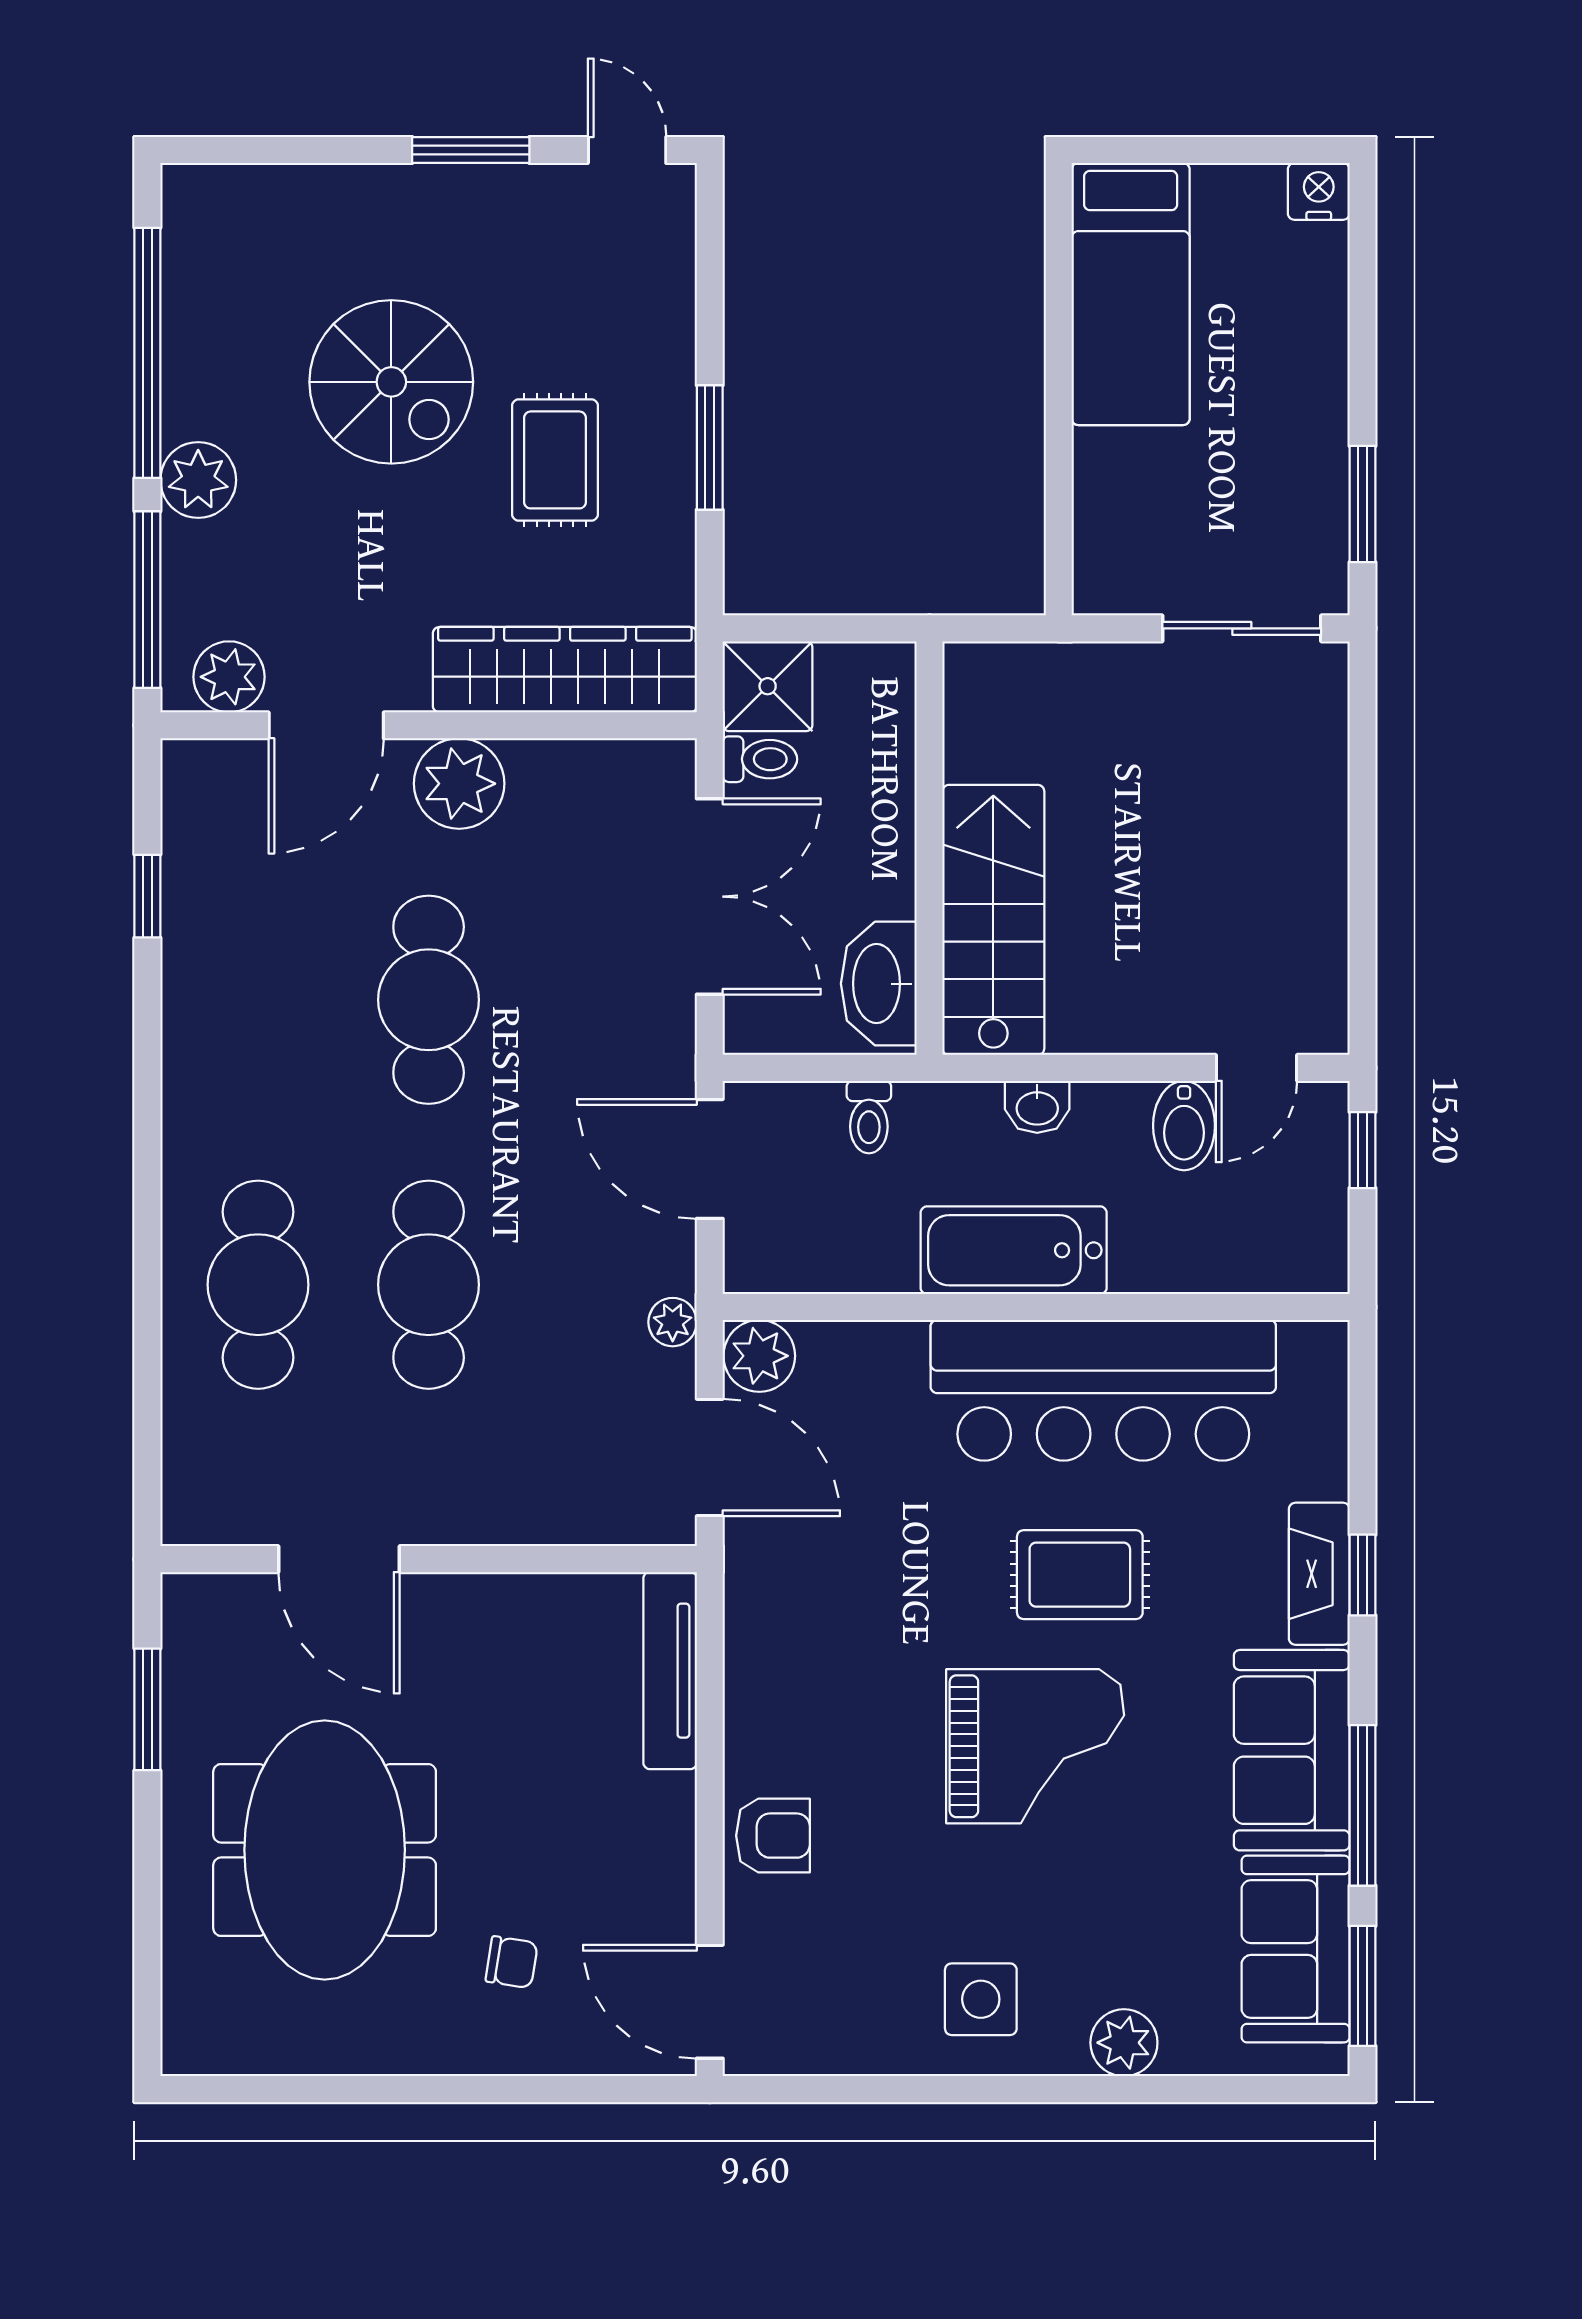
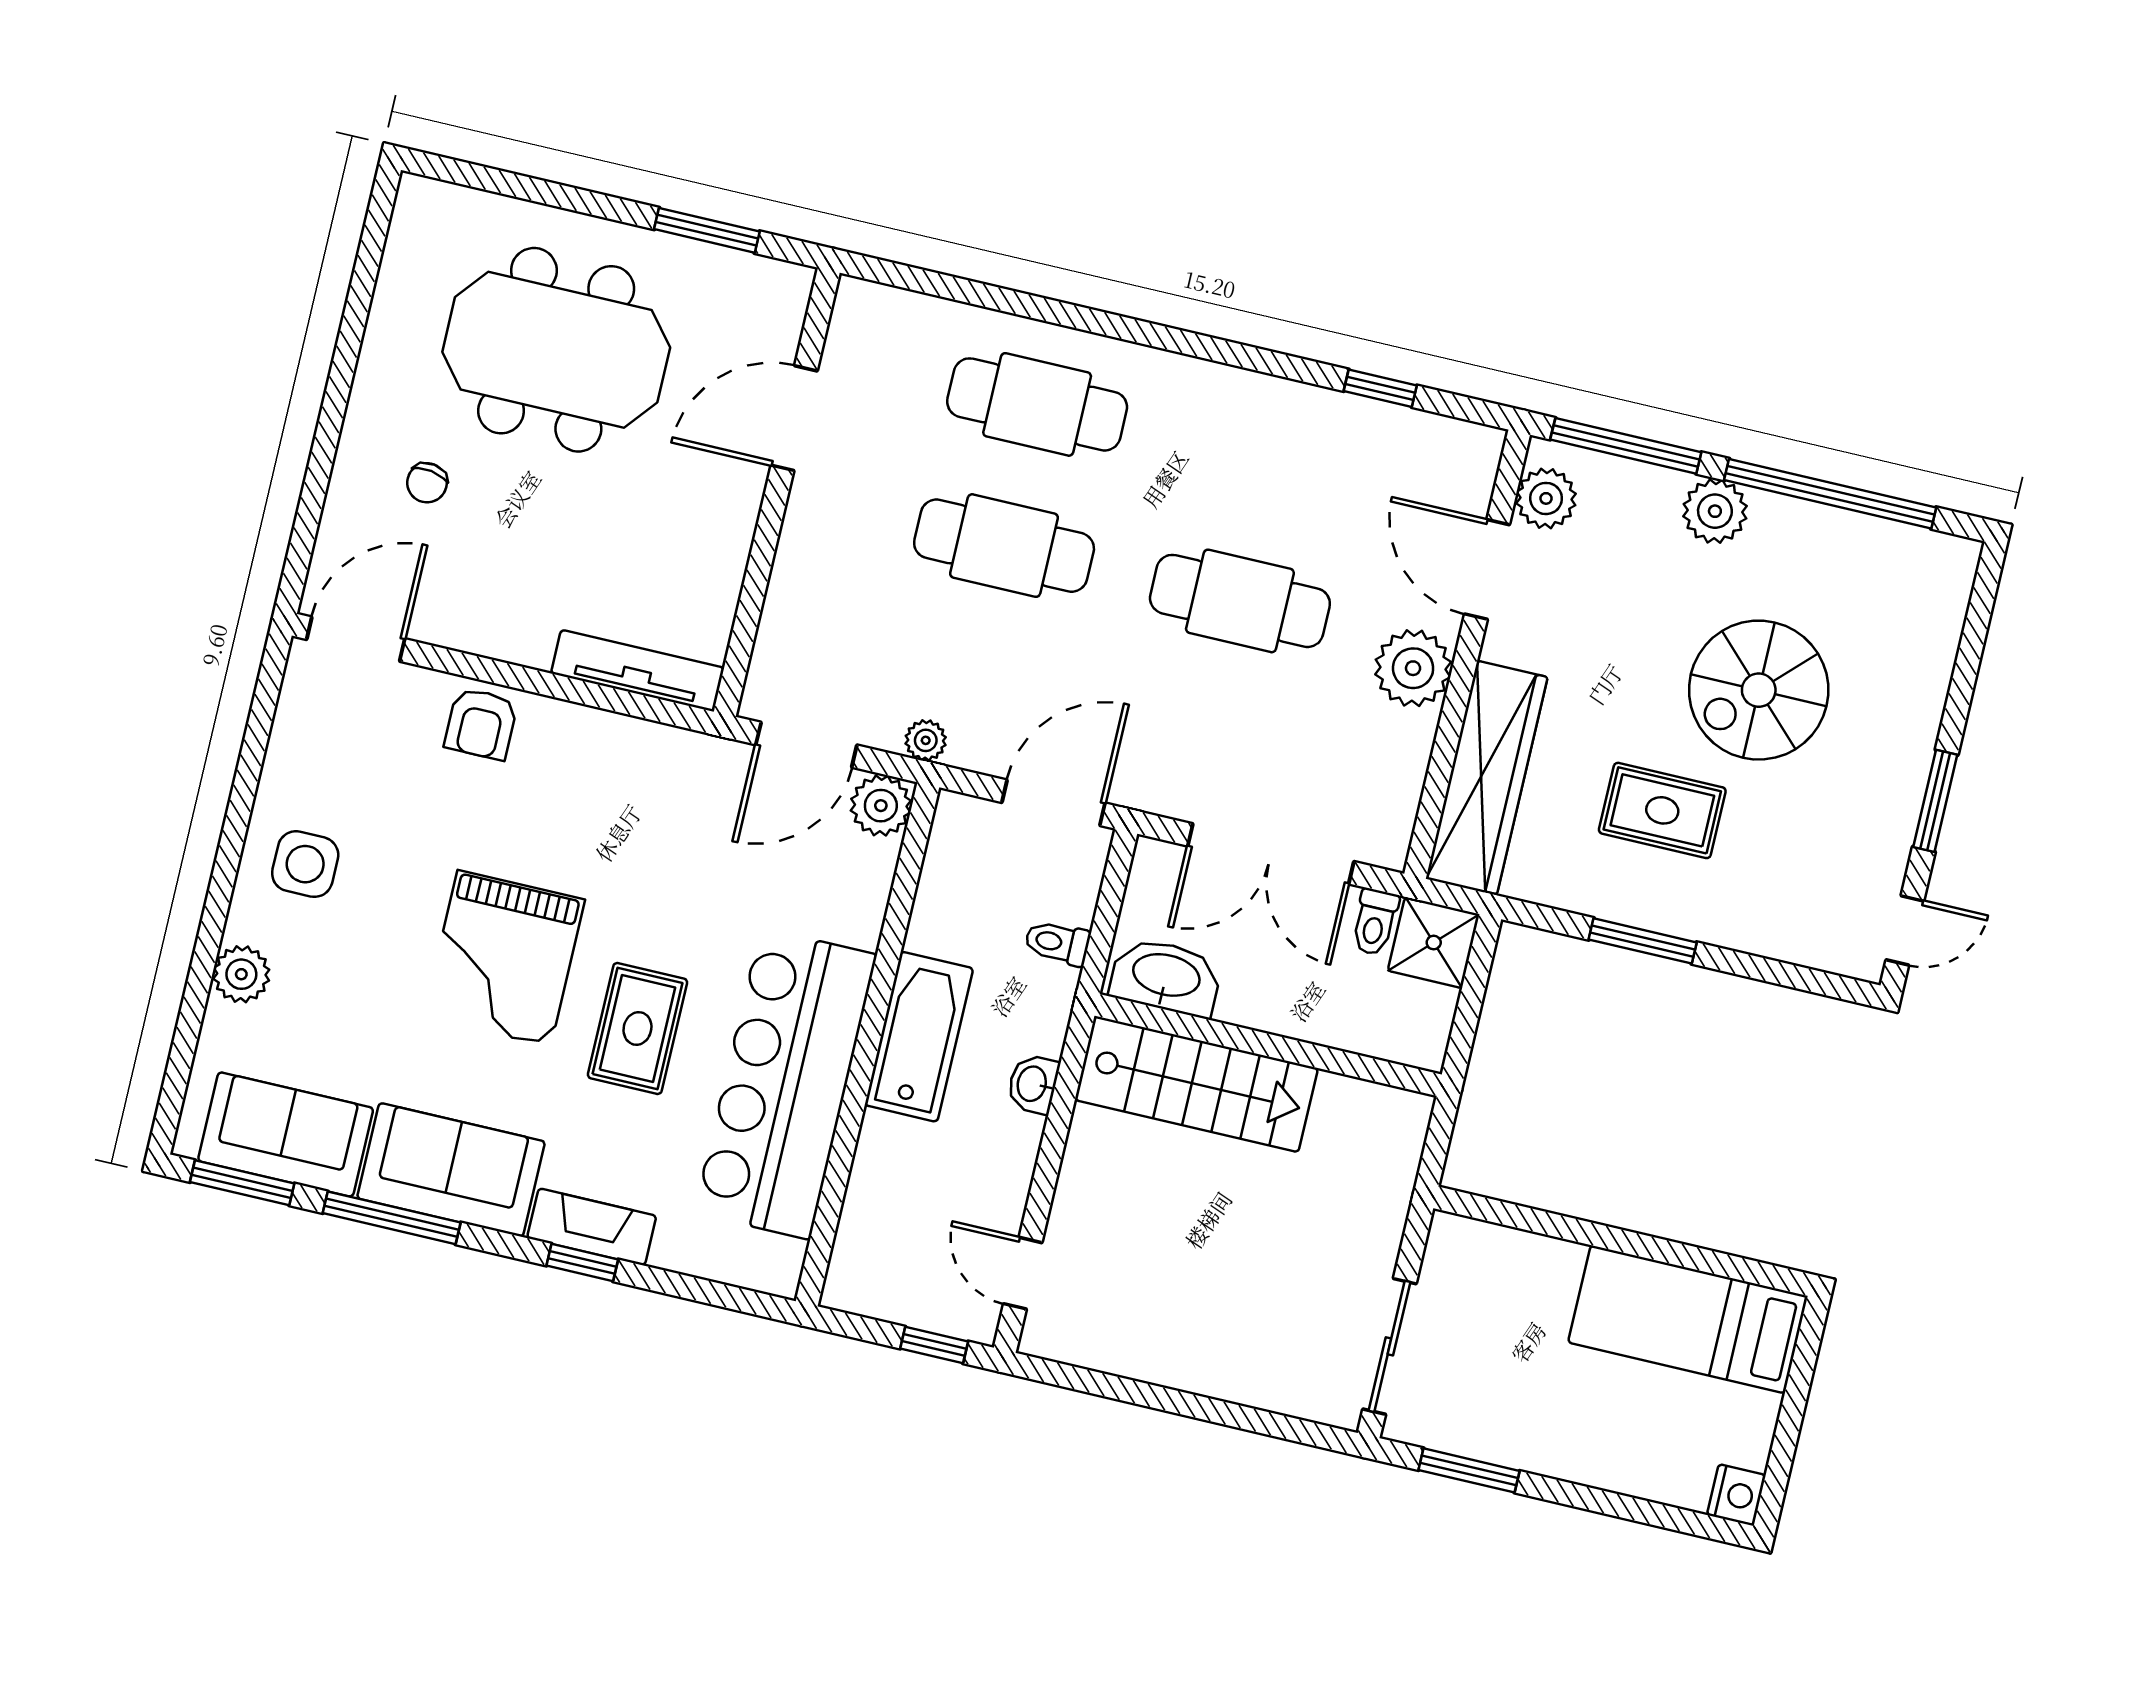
bidet: (1184, 1126) -> (989, 1202), removed

